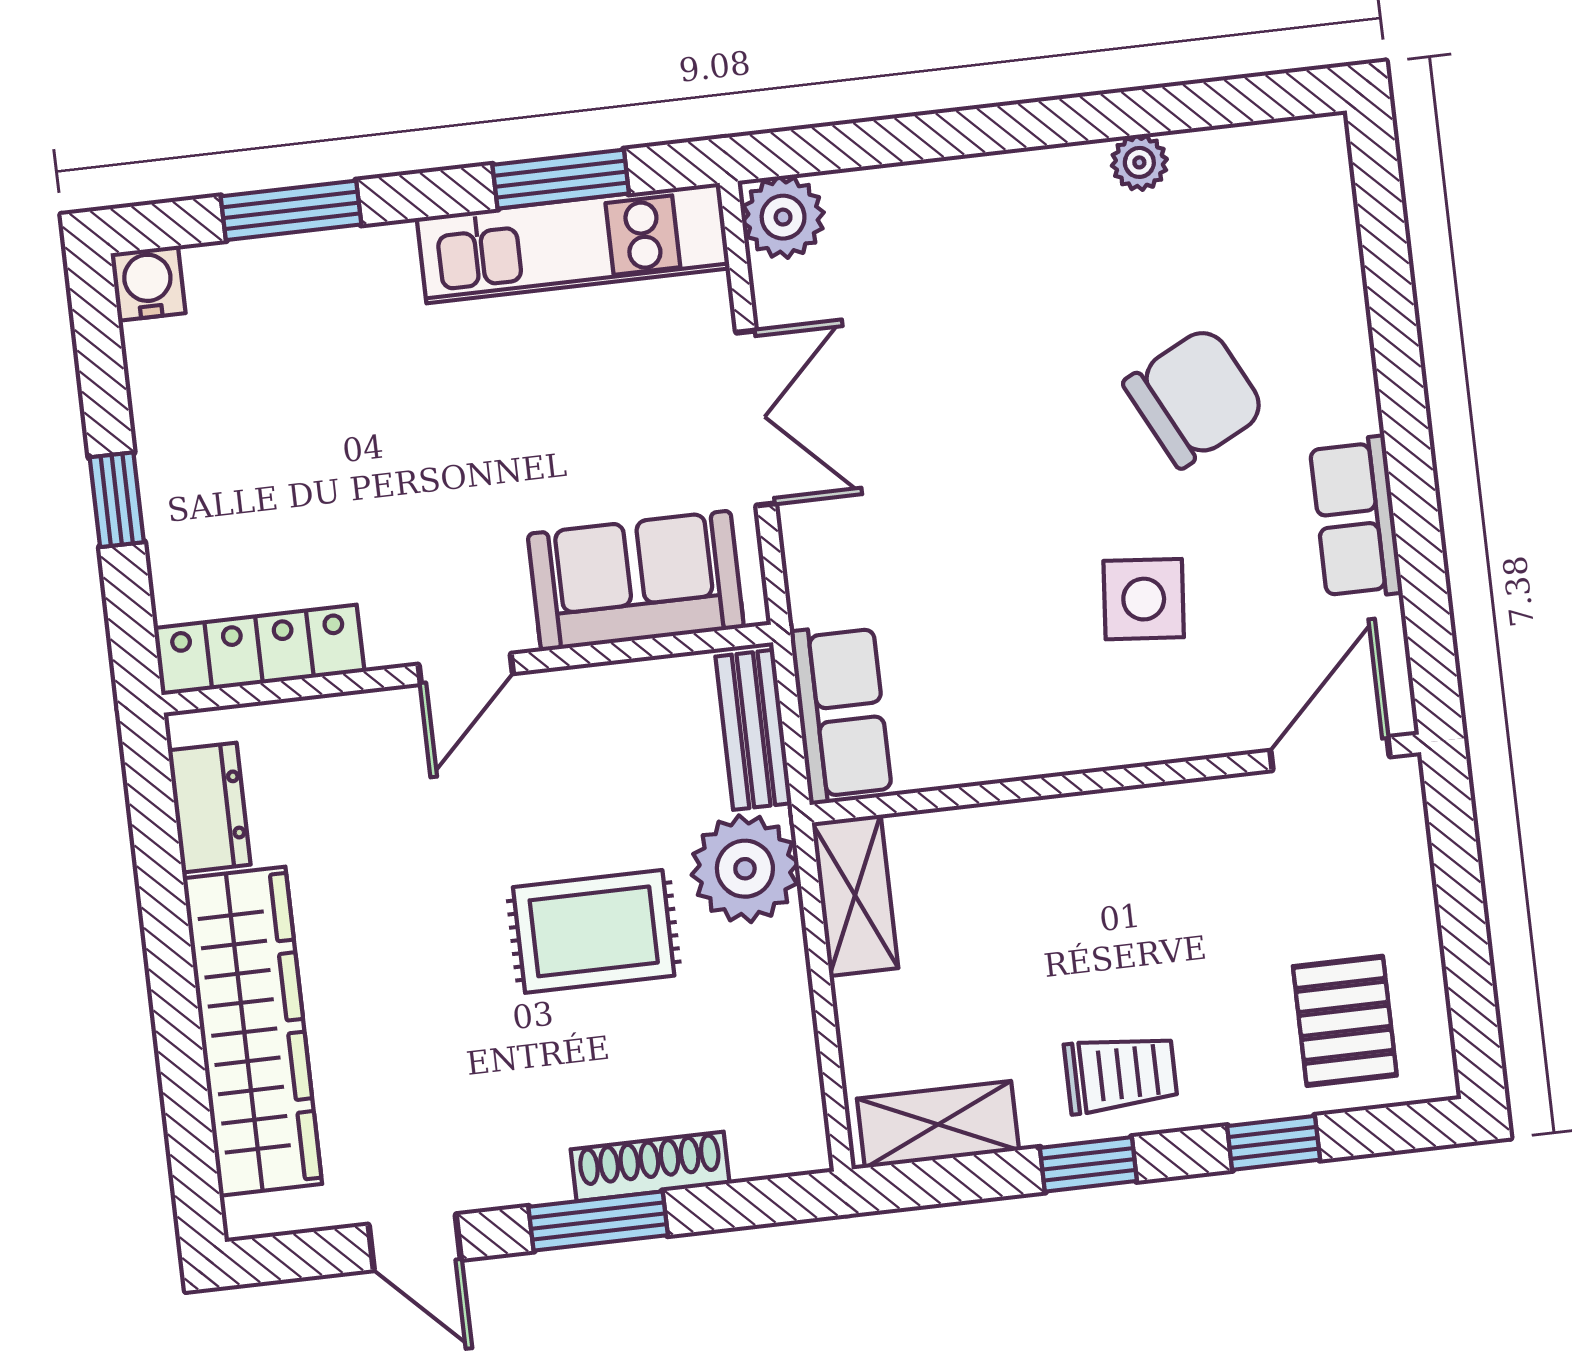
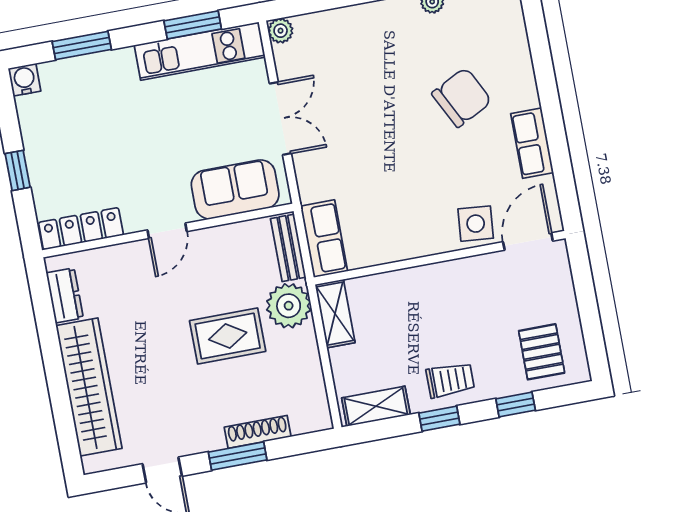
plant: (783, 217) -> (281, 31), width x0.73, depth x0.73
side table: (1144, 599) -> (476, 224), moved

